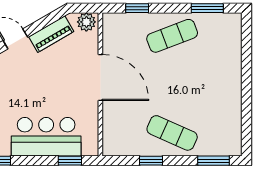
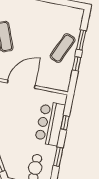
window: (70, 161) -> (65, 123), moved
window: (214, 161) -> (81, 40), moved

